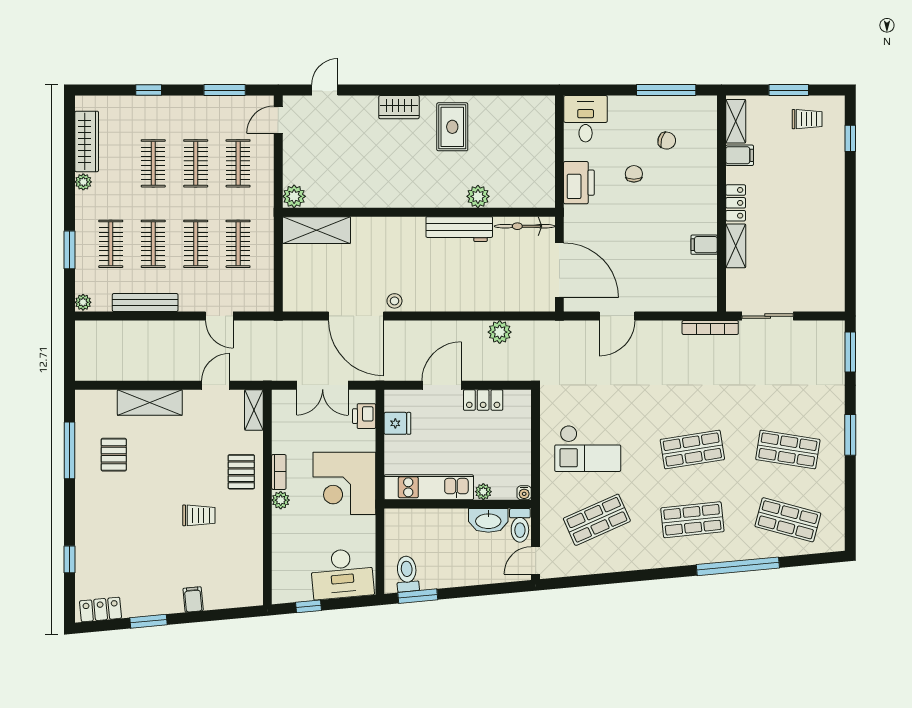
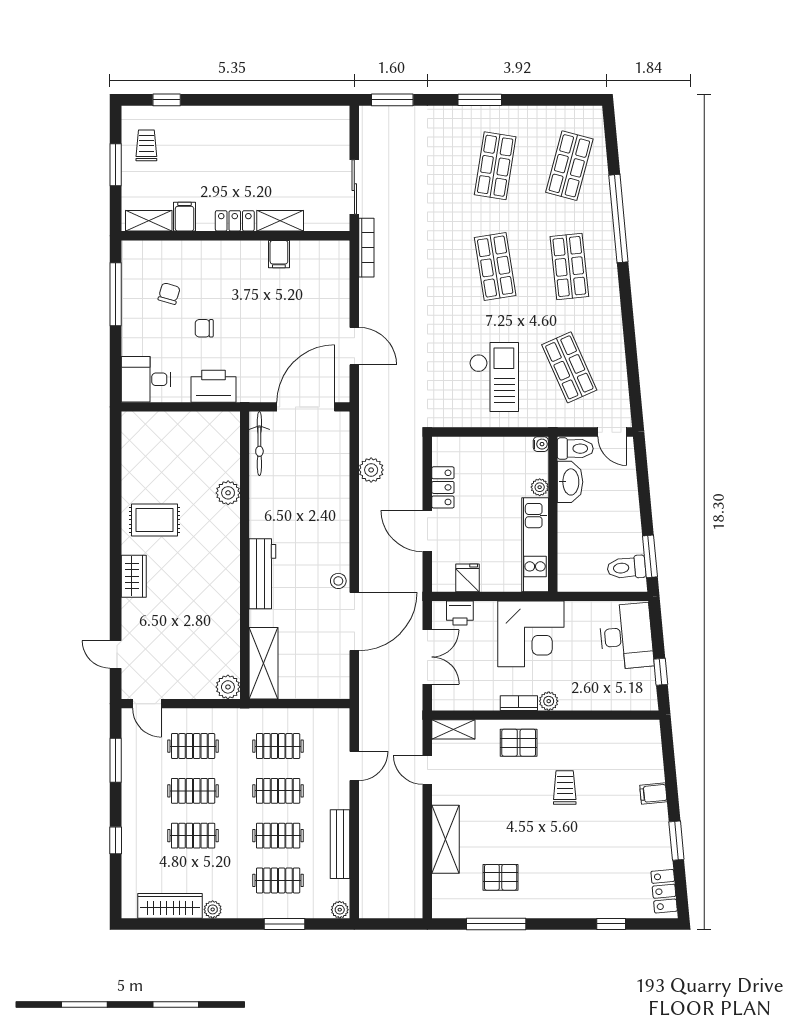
workbench: (459, 229) -> (262, 574), moved

